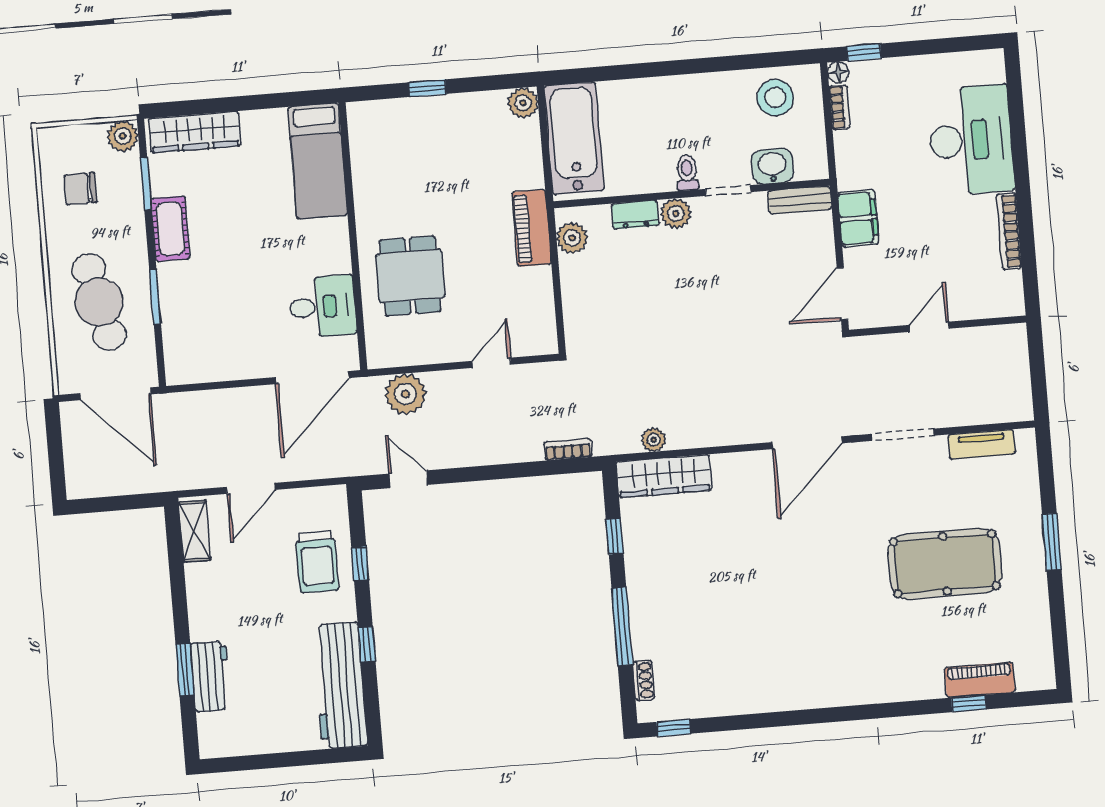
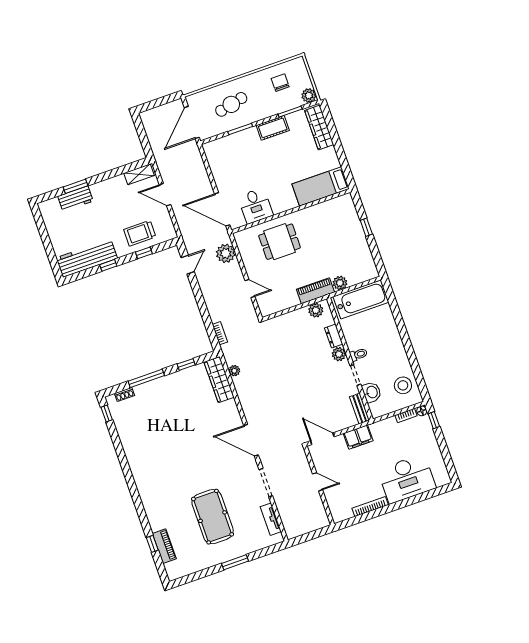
plant: (523, 103) -> (340, 283), moved
cafe table: (99, 302) -> (231, 104), width x0.73, depth x0.74

